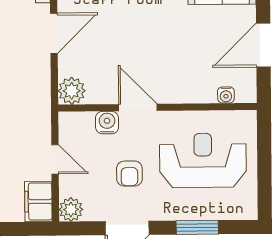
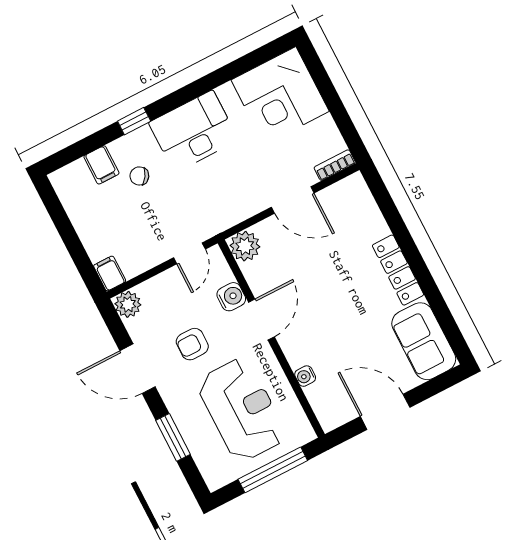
water cooler: (226, 95) -> (305, 376), moved
door: (55, 159) -> (189, 253), moved
window: (264, 160) -> (273, 470), added
filing cabinet: (38, 201) -> (110, 273), width x0.50

